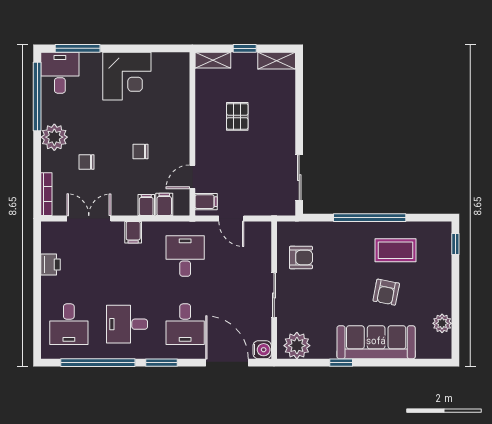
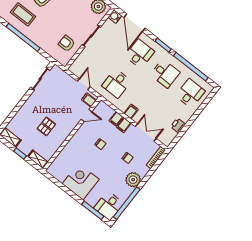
filing cabinet: (164, 204) -> (124, 125), moved
double door: (89, 219) -> (146, 132), swing flipped

